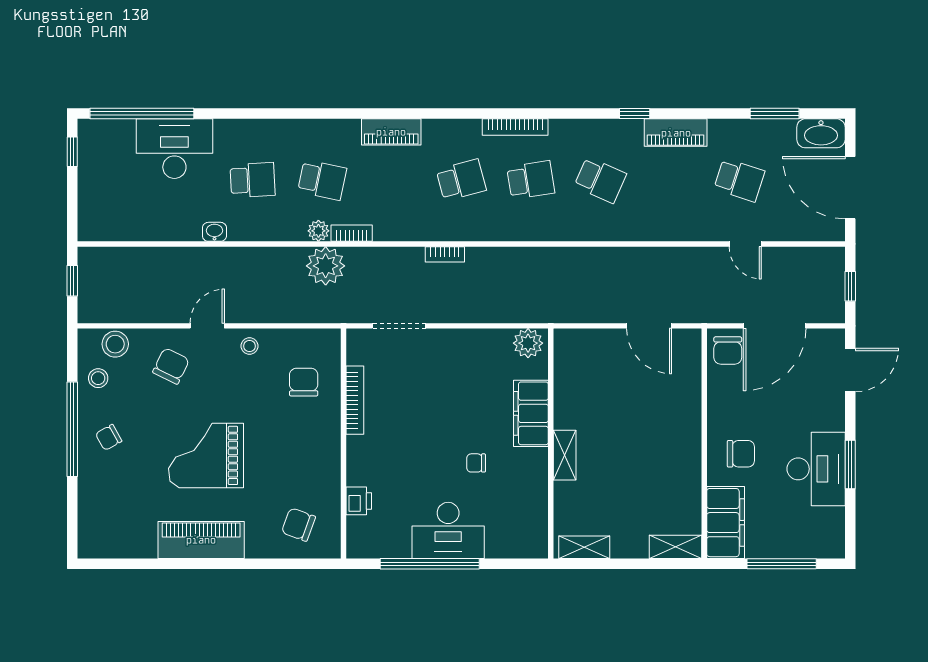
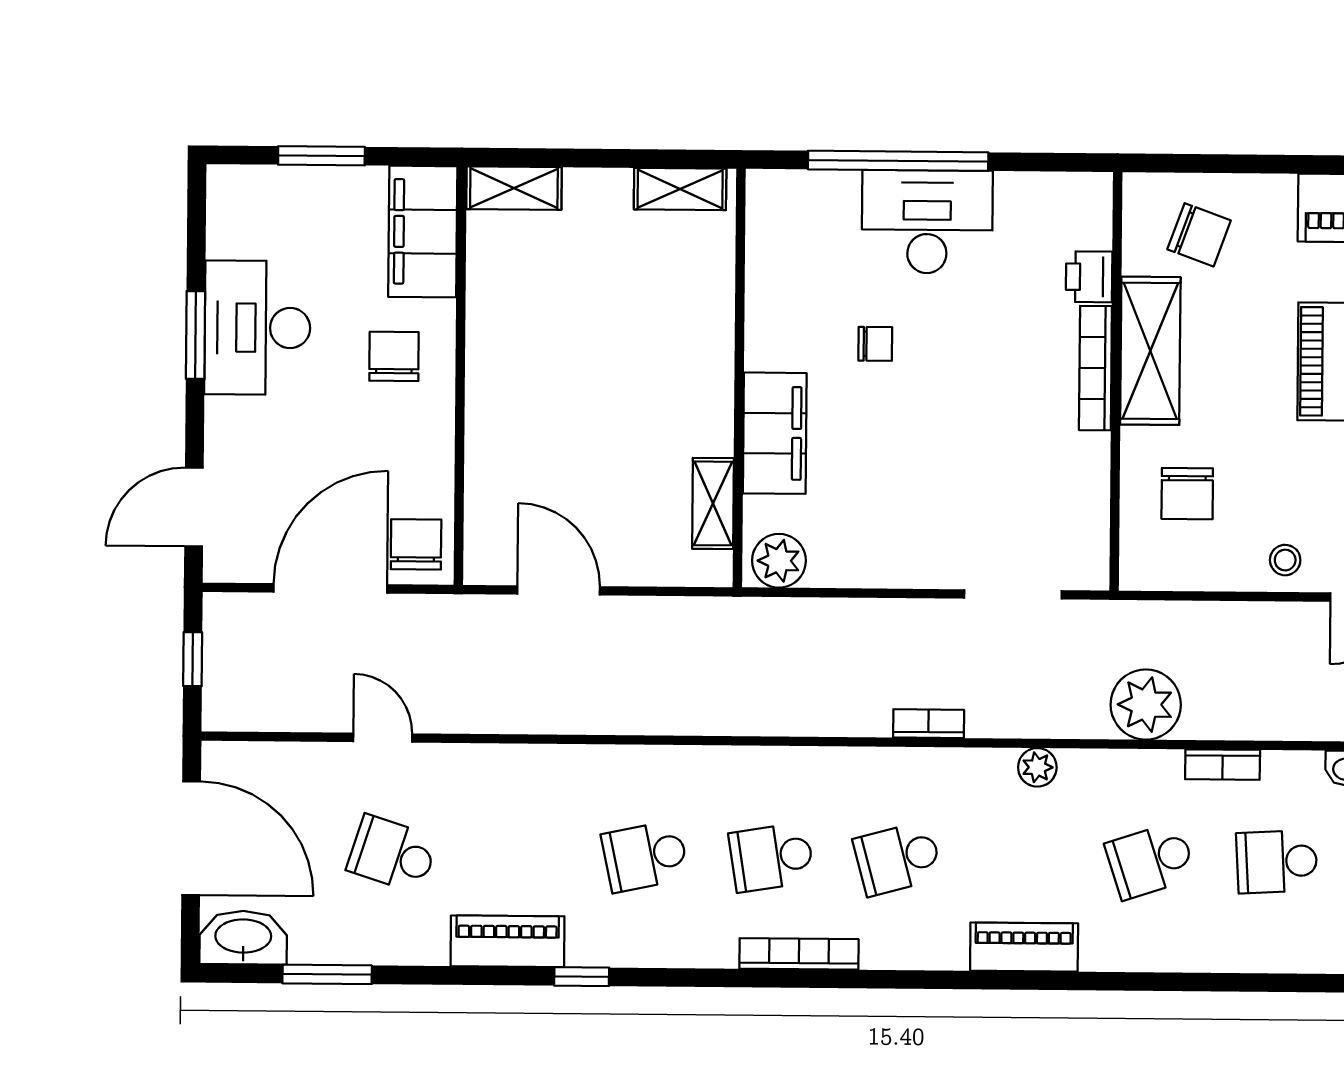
school desk: (322, 180) -> (1150, 861), turned -30
school desk: (600, 180) -> (645, 856), turned -36
plant: (318, 231) -> (1037, 767), moved
bookcase: (352, 233) -> (1223, 765), moved
bookcase: (355, 400) -> (1095, 368), moved
chair: (741, 454) -> (394, 356), turned 90
shelving: (565, 455) -> (713, 503), moved
shelving: (325, 460) -> (1150, 351), added
window: (430, 564) -> (898, 161), moved
window: (782, 564) -> (321, 156), width x0.69

